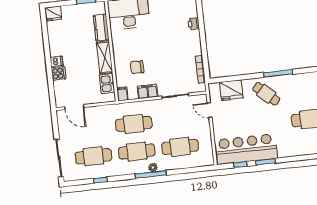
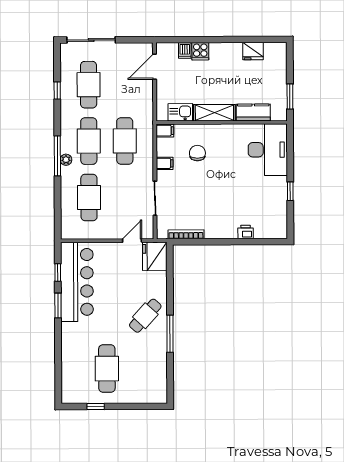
fridge: (53, 13) -> (253, 51), moved, turned -90
dishwasher: (57, 61) -> (185, 50), moved
fridge: (231, 90) -> (155, 256), moved
filing cabinet: (148, 91) -> (165, 163), width x0.50

